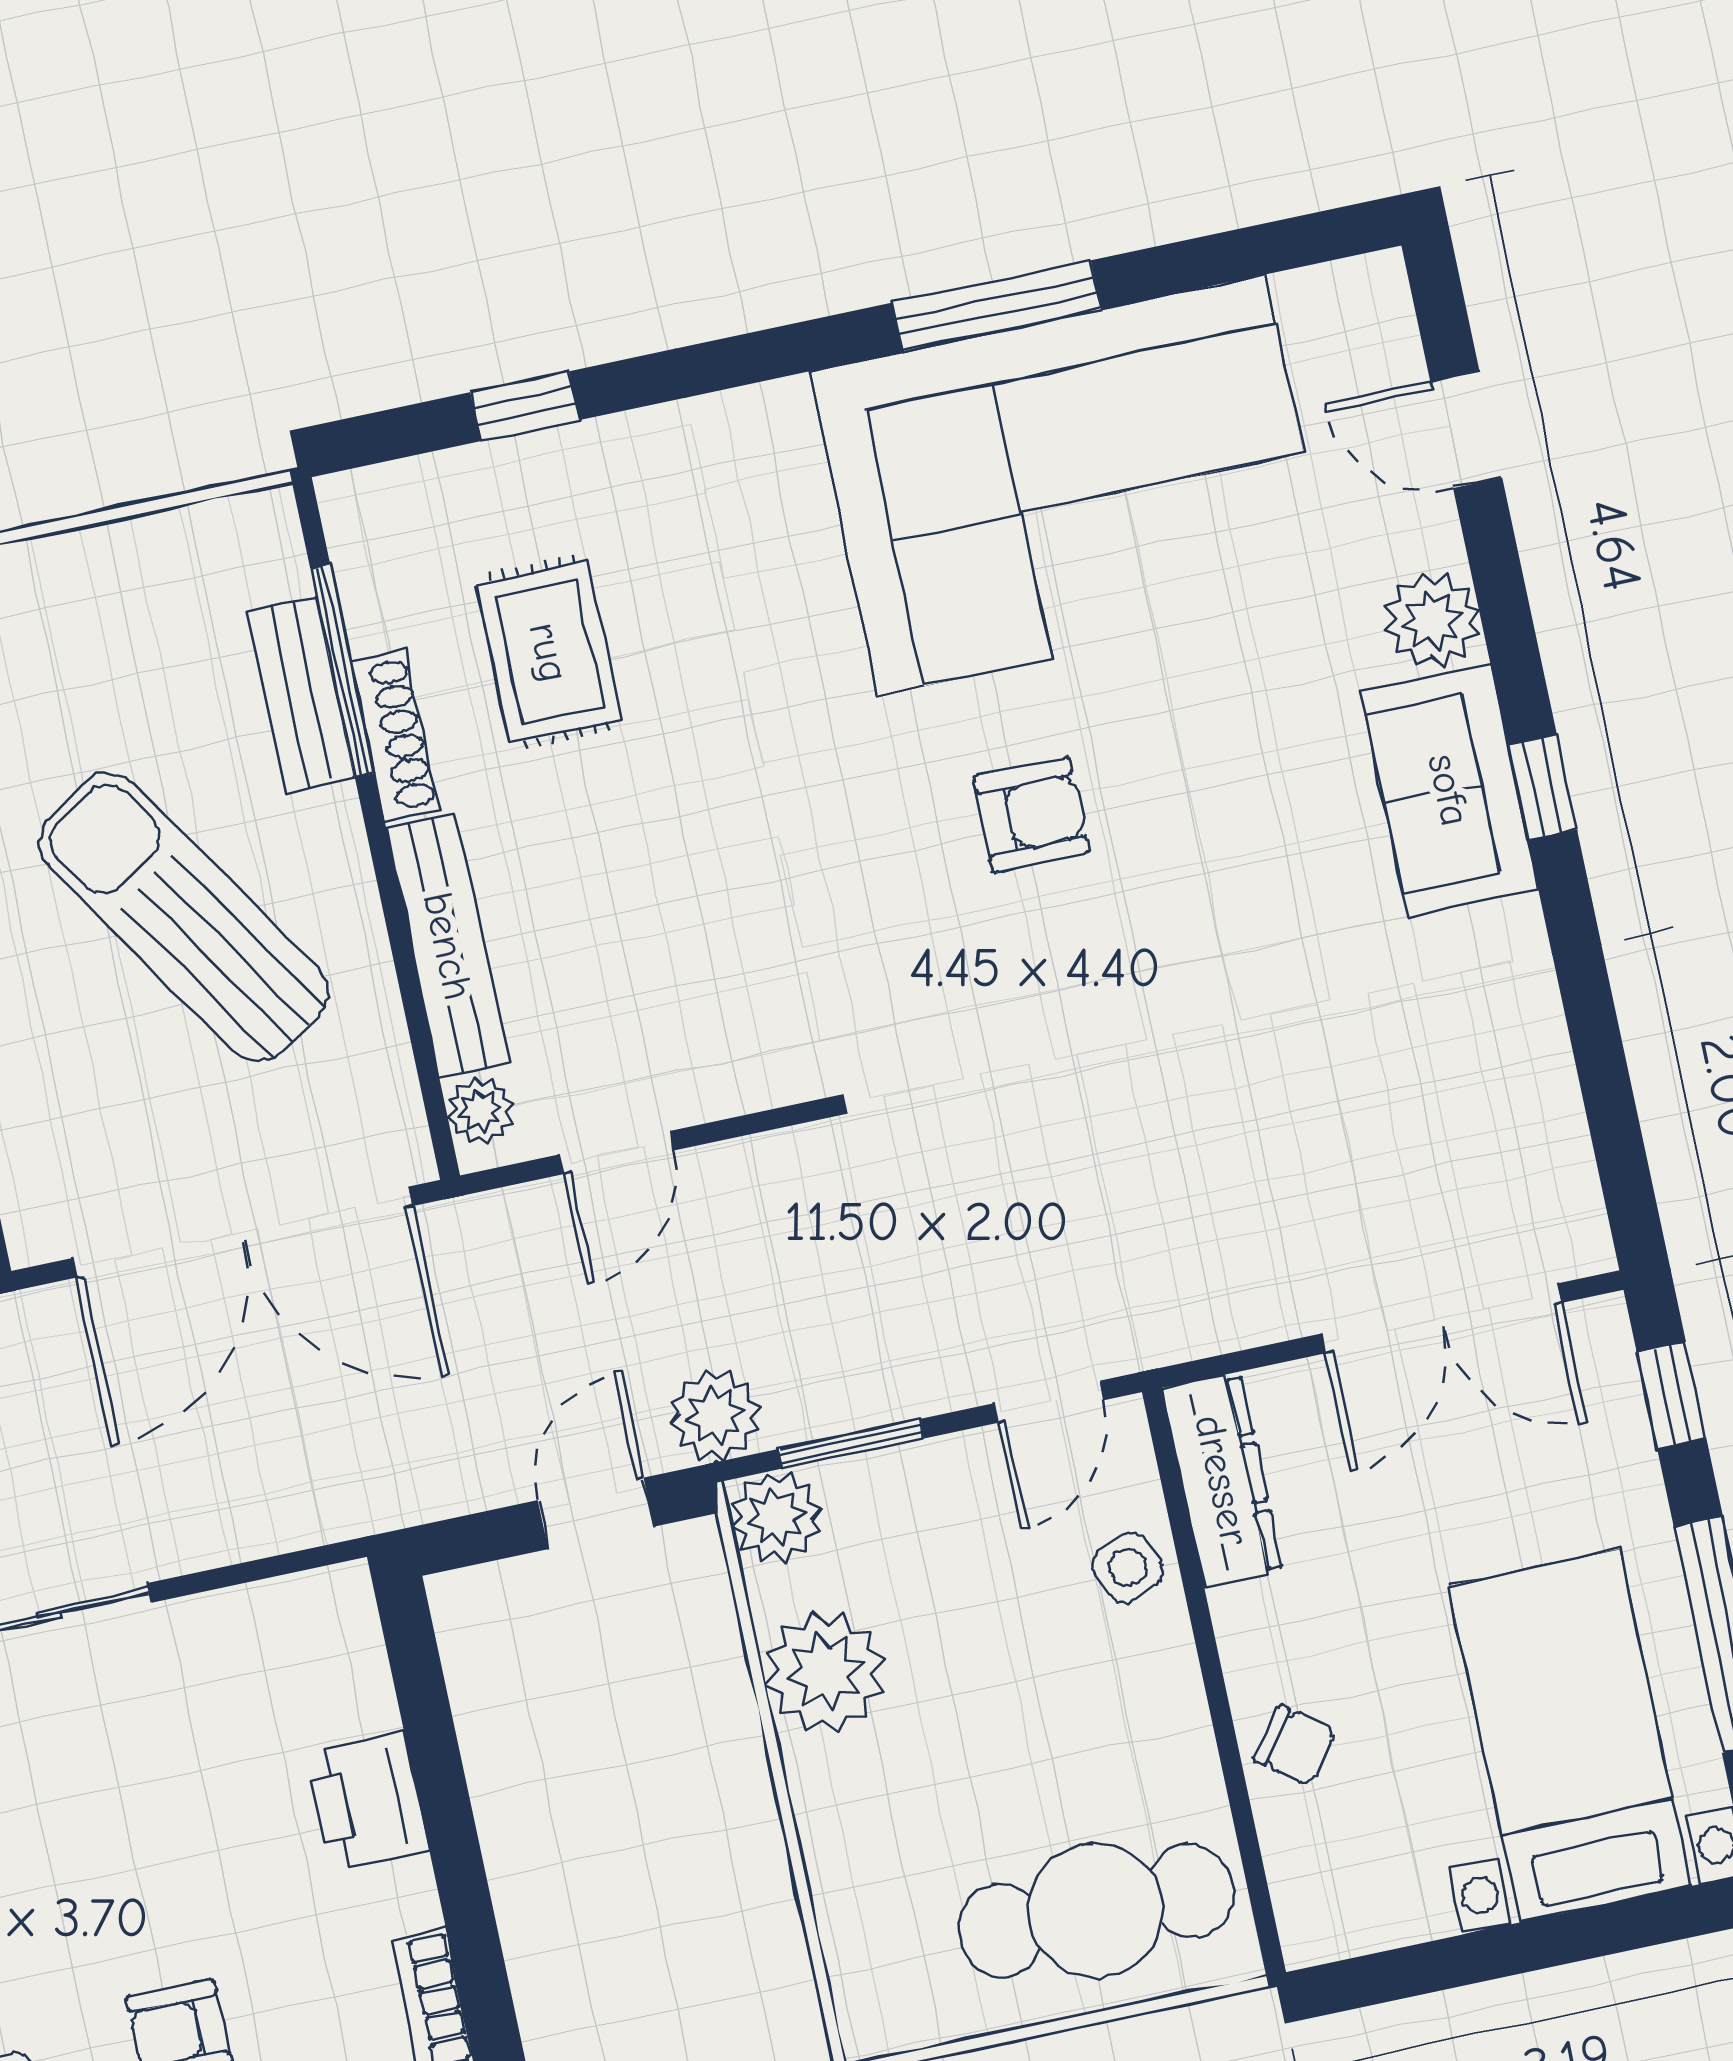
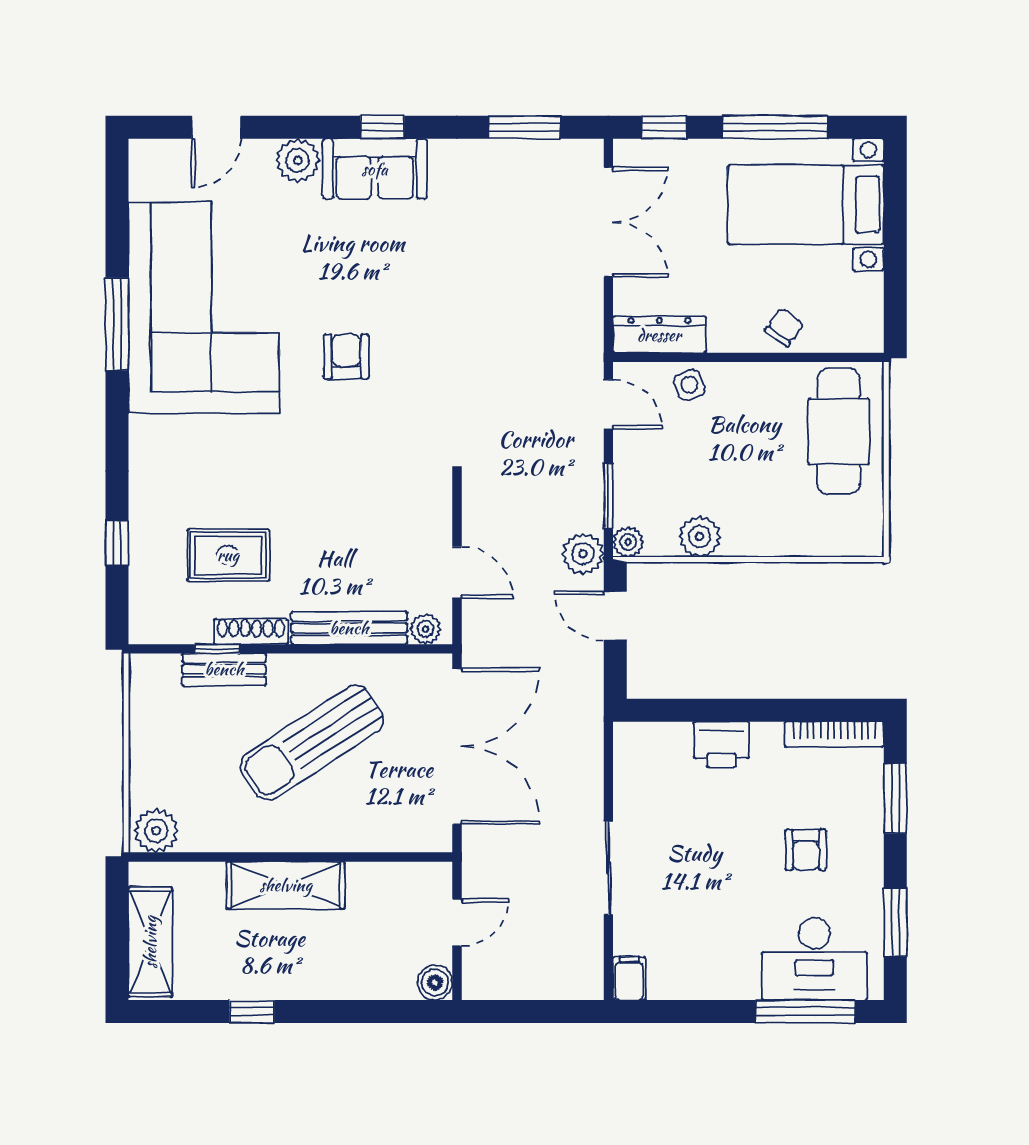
window: (342, 671) -> (217, 649), width x0.46
window: (1607, 1093) -> (524, 127), added
plant: (776, 1517) -> (628, 542), width x0.73, depth x0.73
plant: (825, 1672) -> (700, 537), width x0.73, depth x0.73

